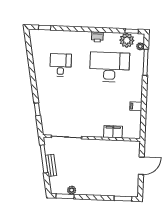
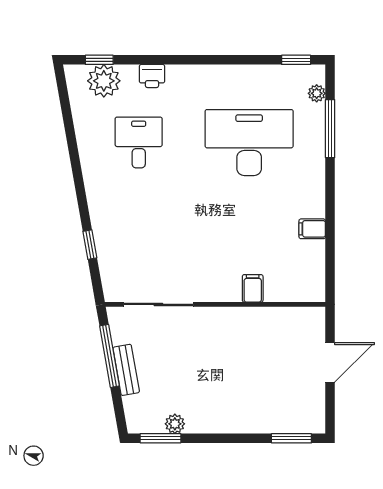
printer: (97, 37) -> (152, 76), moved
plant: (127, 40) -> (104, 81), moved
filing cabinet: (113, 132) -> (253, 288), width x0.50

